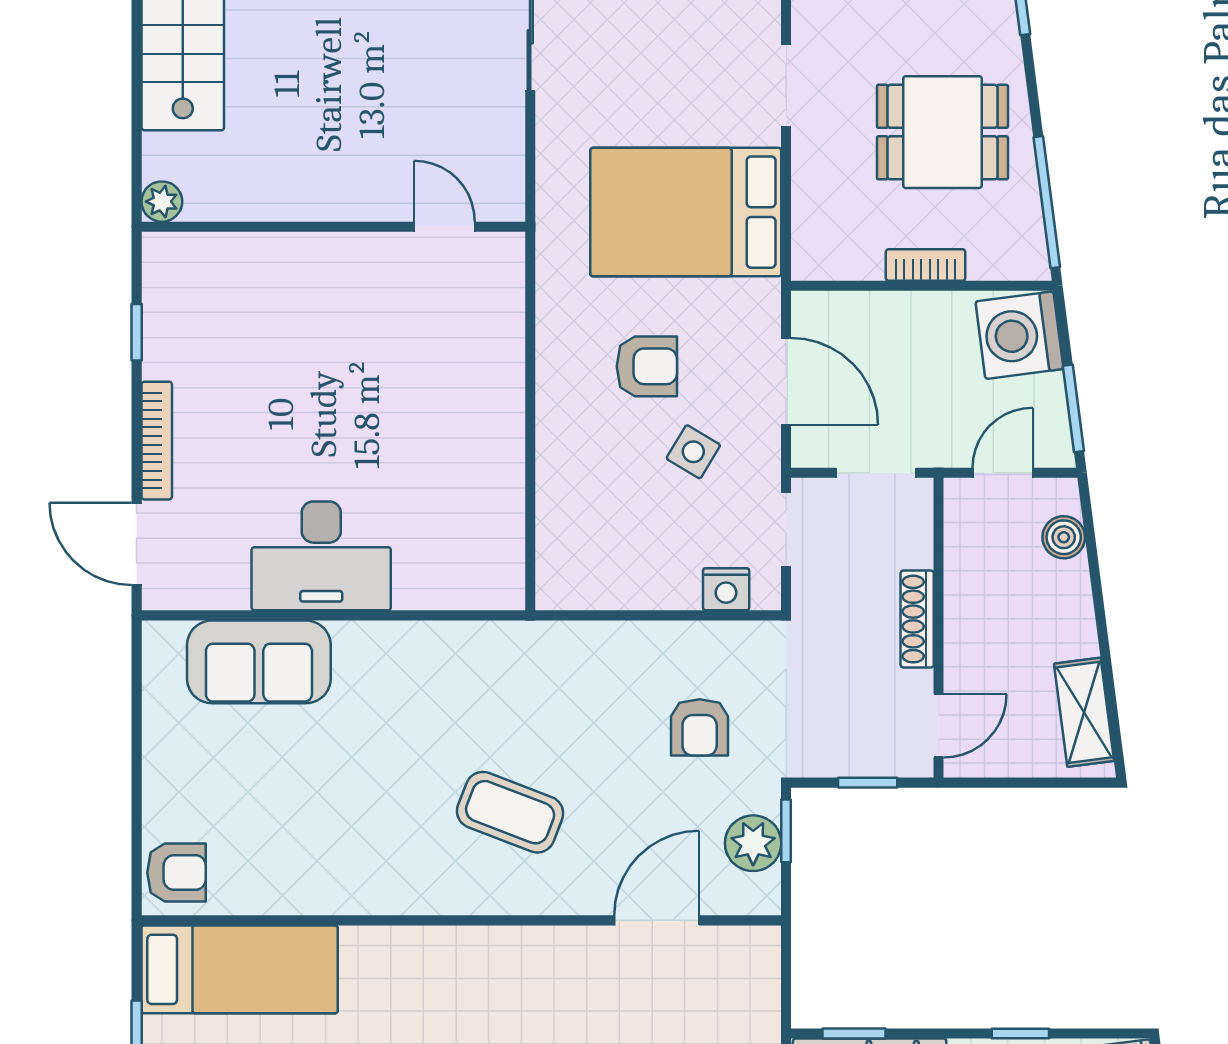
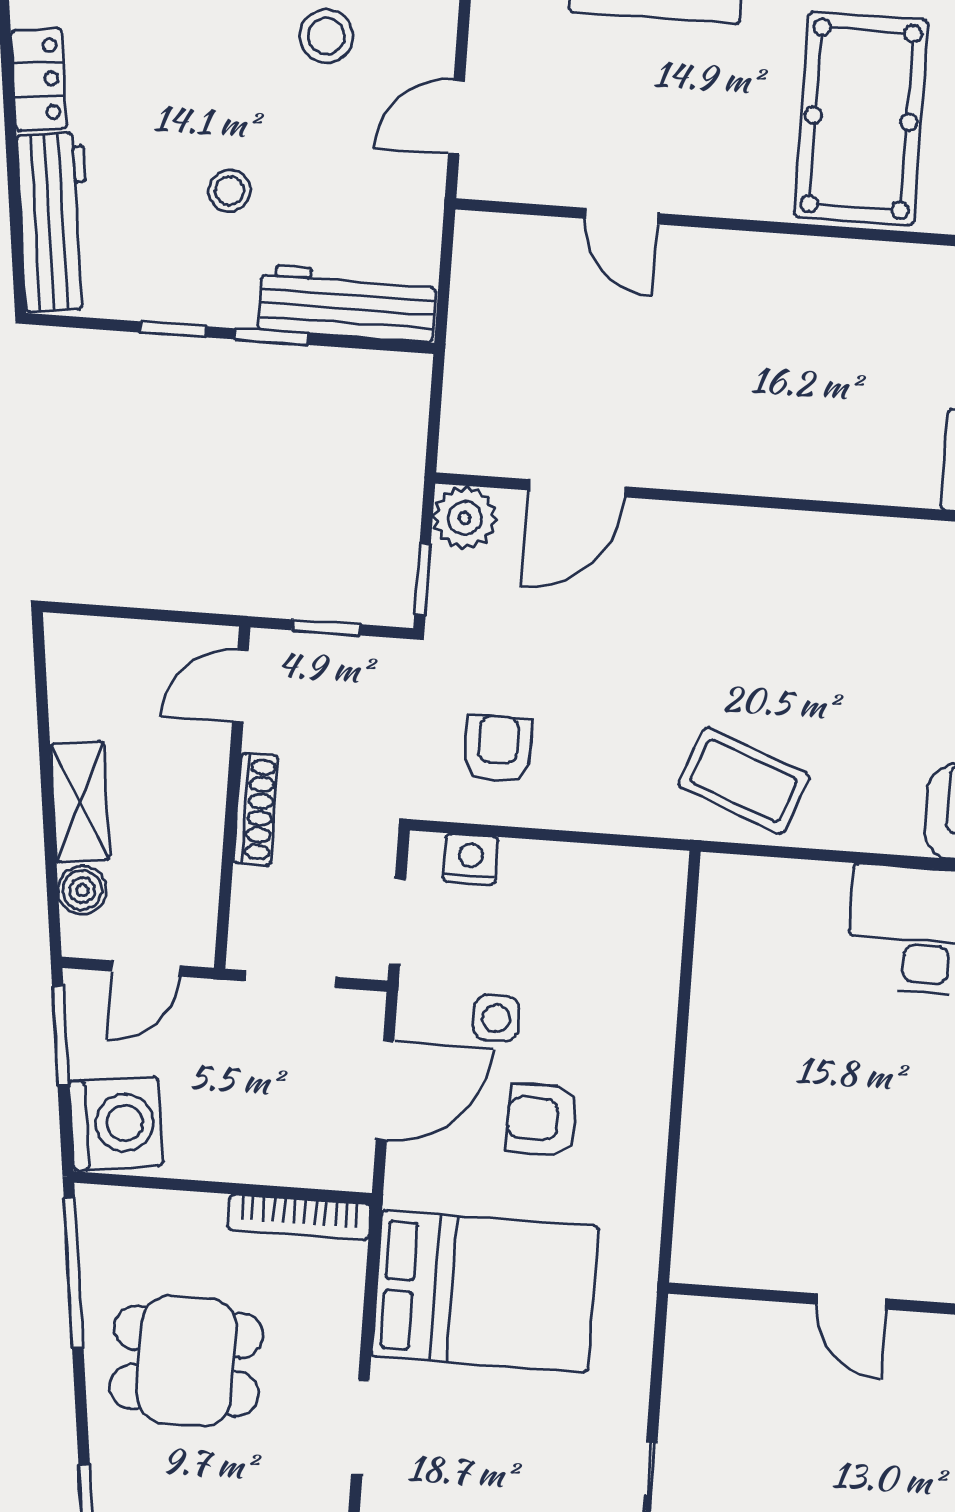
door: (444, 227) -> (852, 1302), moved
bookcase: (926, 265) -> (299, 1217), moved, width x1.56
door: (786, 381) -> (385, 1091), swing flipped
side table: (693, 452) -> (496, 1018), turned -31
shelving: (1084, 712) -> (80, 802), moved
armchair: (700, 727) -> (498, 749), moved
coffee table: (510, 812) -> (744, 781), moved
plant: (753, 843) -> (465, 518), moved
window: (854, 1034) -> (271, 337), moved

